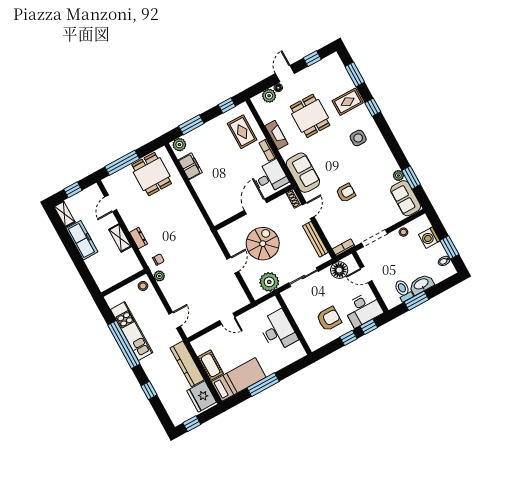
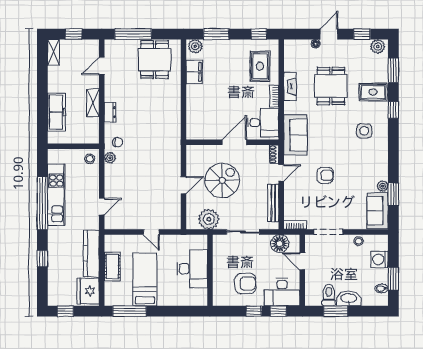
plant: (269, 96) -> (378, 47), moved
freezer: (82, 240) -> (57, 112), moved
bed: (239, 379) -> (145, 279), moved, turned -90
window: (263, 385) -> (130, 311), moved

